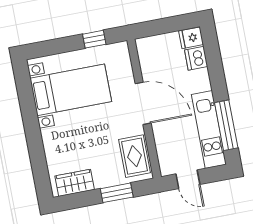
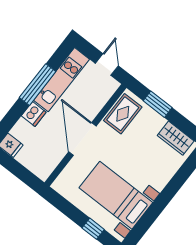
window: (94, 39) -> (93, 229), moved
dishwasher: (196, 58) -> (34, 114), moved
window: (226, 125) -> (38, 85), moved

